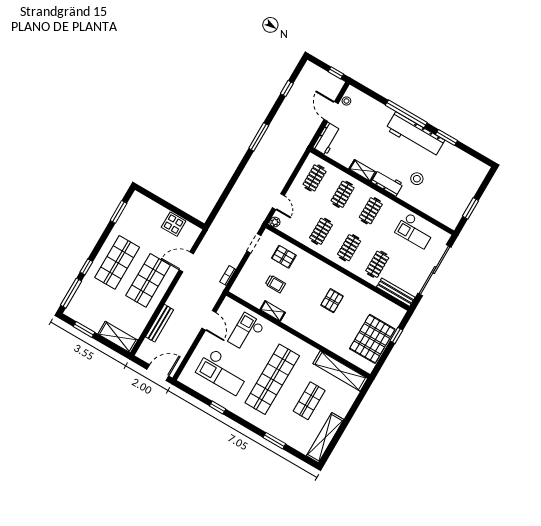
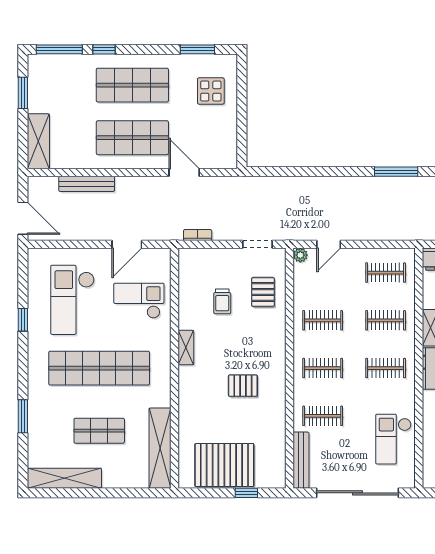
display table: (174, 224) -> (211, 91), moved
shelving: (273, 311) -> (186, 348), moved

